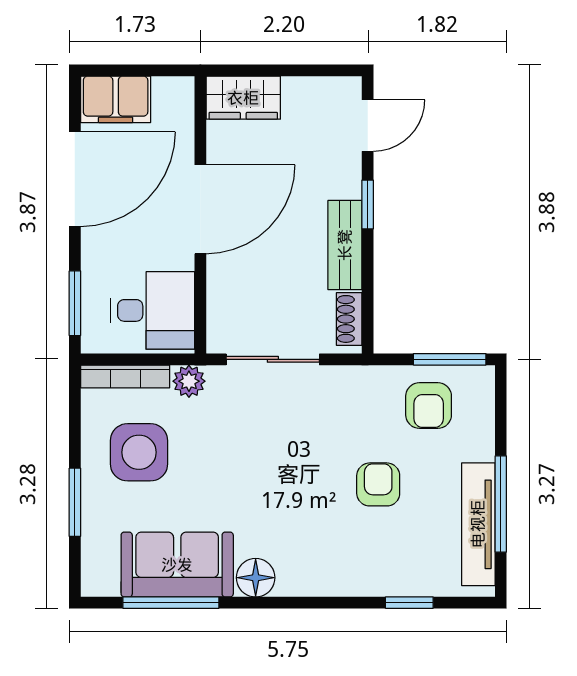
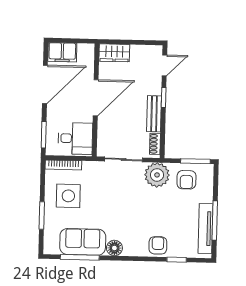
plant: (189, 381) -> (157, 175), moved, width x1.87, depth x1.87
armchair: (378, 484) -> (158, 245), moved

